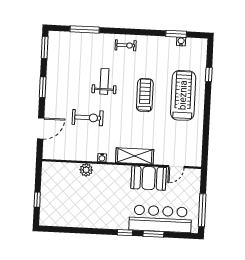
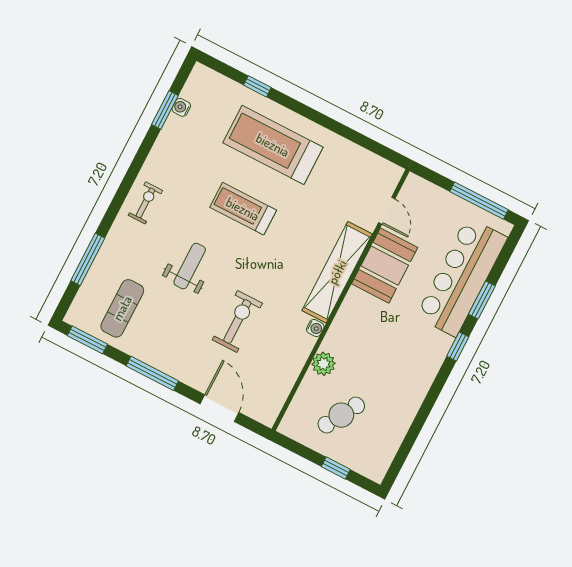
exercise mat: (68, 58) -> (122, 308), added
weight bench: (104, 81) -> (190, 266), turned 90
window: (43, 87) -> (152, 373), width x1.44
shelving: (135, 156) -> (337, 272), width x1.47
cafe table: (65, 190) -> (341, 415), added

